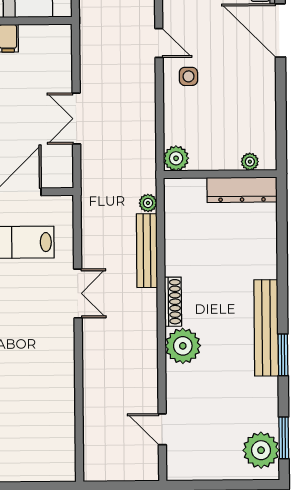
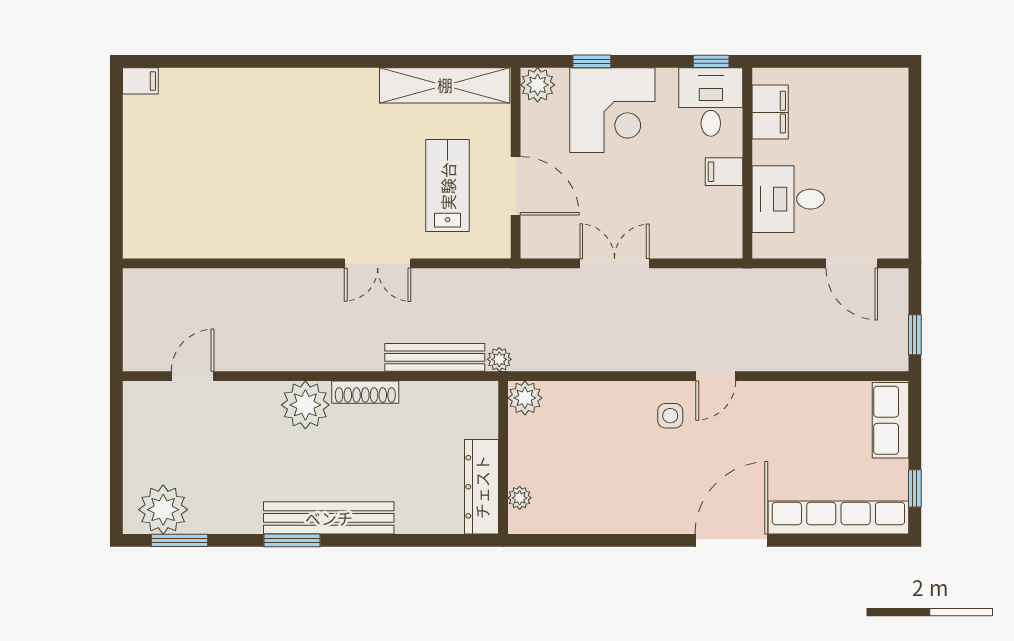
plant: (176, 158) -> (525, 398), moved
plant: (250, 162) -> (520, 498), moved
wall: (220, 174) -> (503, 457), moved
dresser: (242, 190) -> (482, 487), moved

